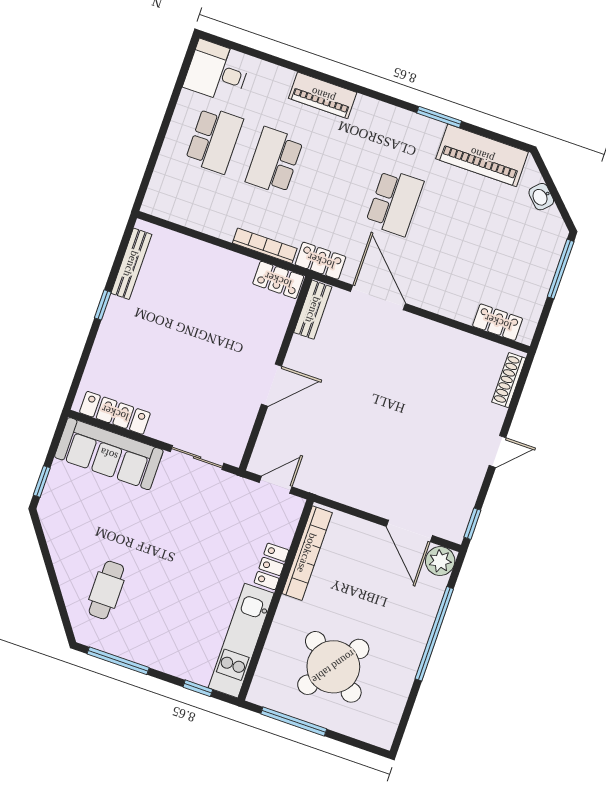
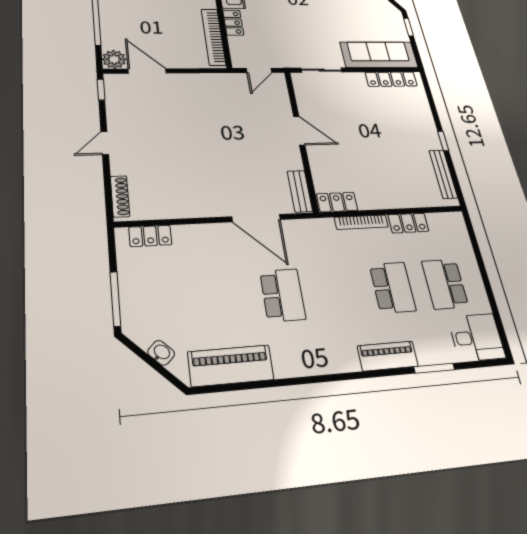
window: (439, 117) -> (434, 368), moved
school desk: (395, 202) -> (283, 295), turned 180
locker: (321, 261) -> (408, 223), moved
door: (272, 385) -> (299, 131), swing flipped

